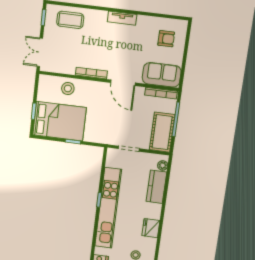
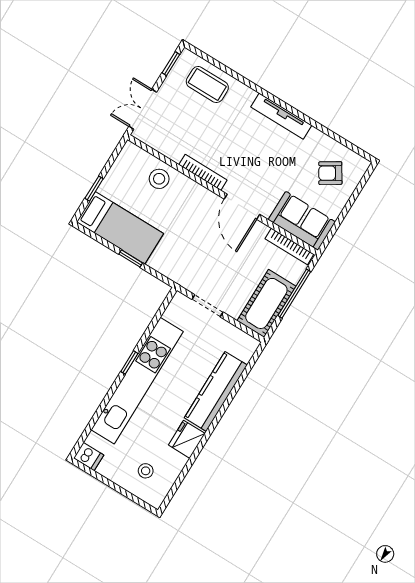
tv unit: (122, 18) -> (281, 116), width x1.41
armchair: (166, 39) -> (330, 173), turned 148
bed: (59, 121) -> (120, 228), width x0.67
plant: (163, 165) -> (246, 353), removed
kitchen counter: (156, 187) -> (216, 391), width x1.50

